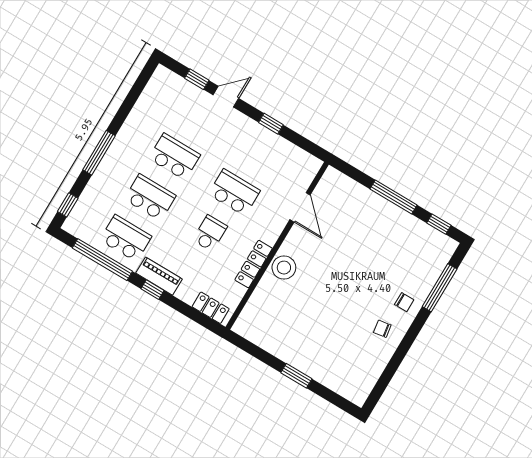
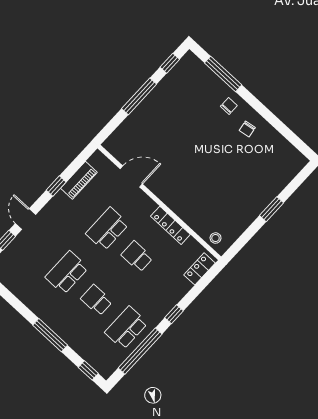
school desk: (150, 197) -> (96, 300), width x0.54
stool: (284, 268) -> (216, 238), moved, width x0.53, depth x0.53
piano: (159, 276) -> (79, 180), moved, turned 180

